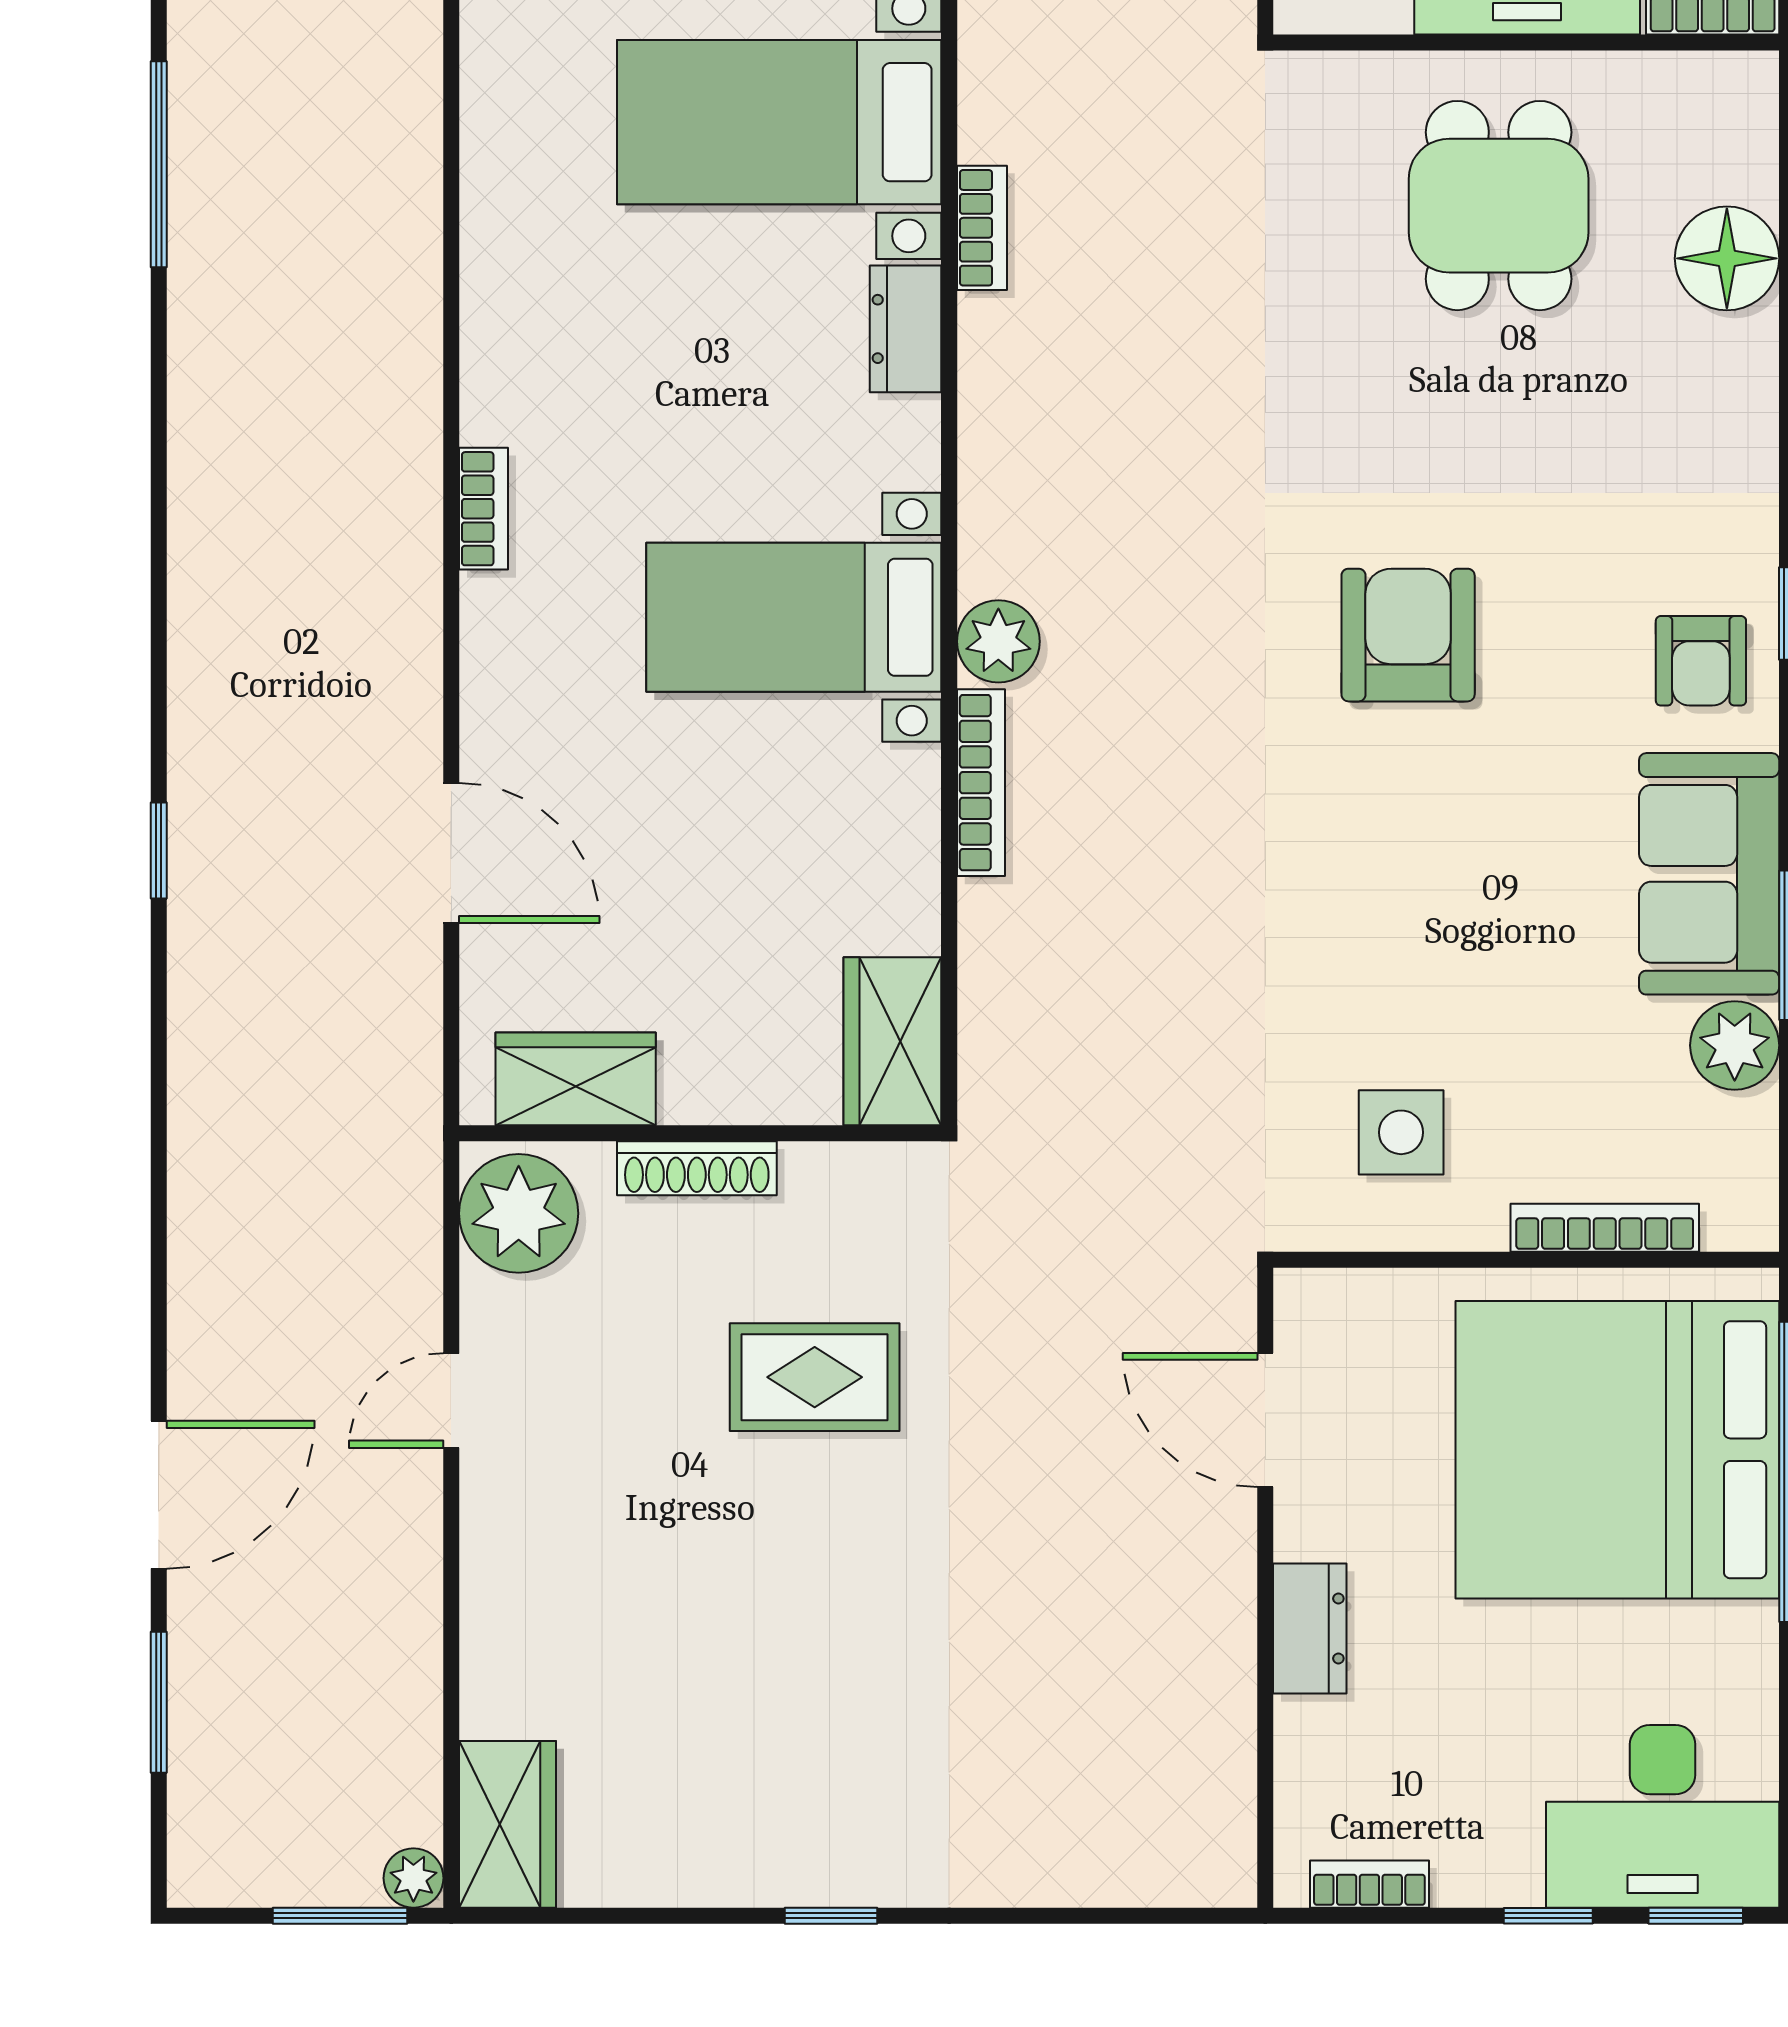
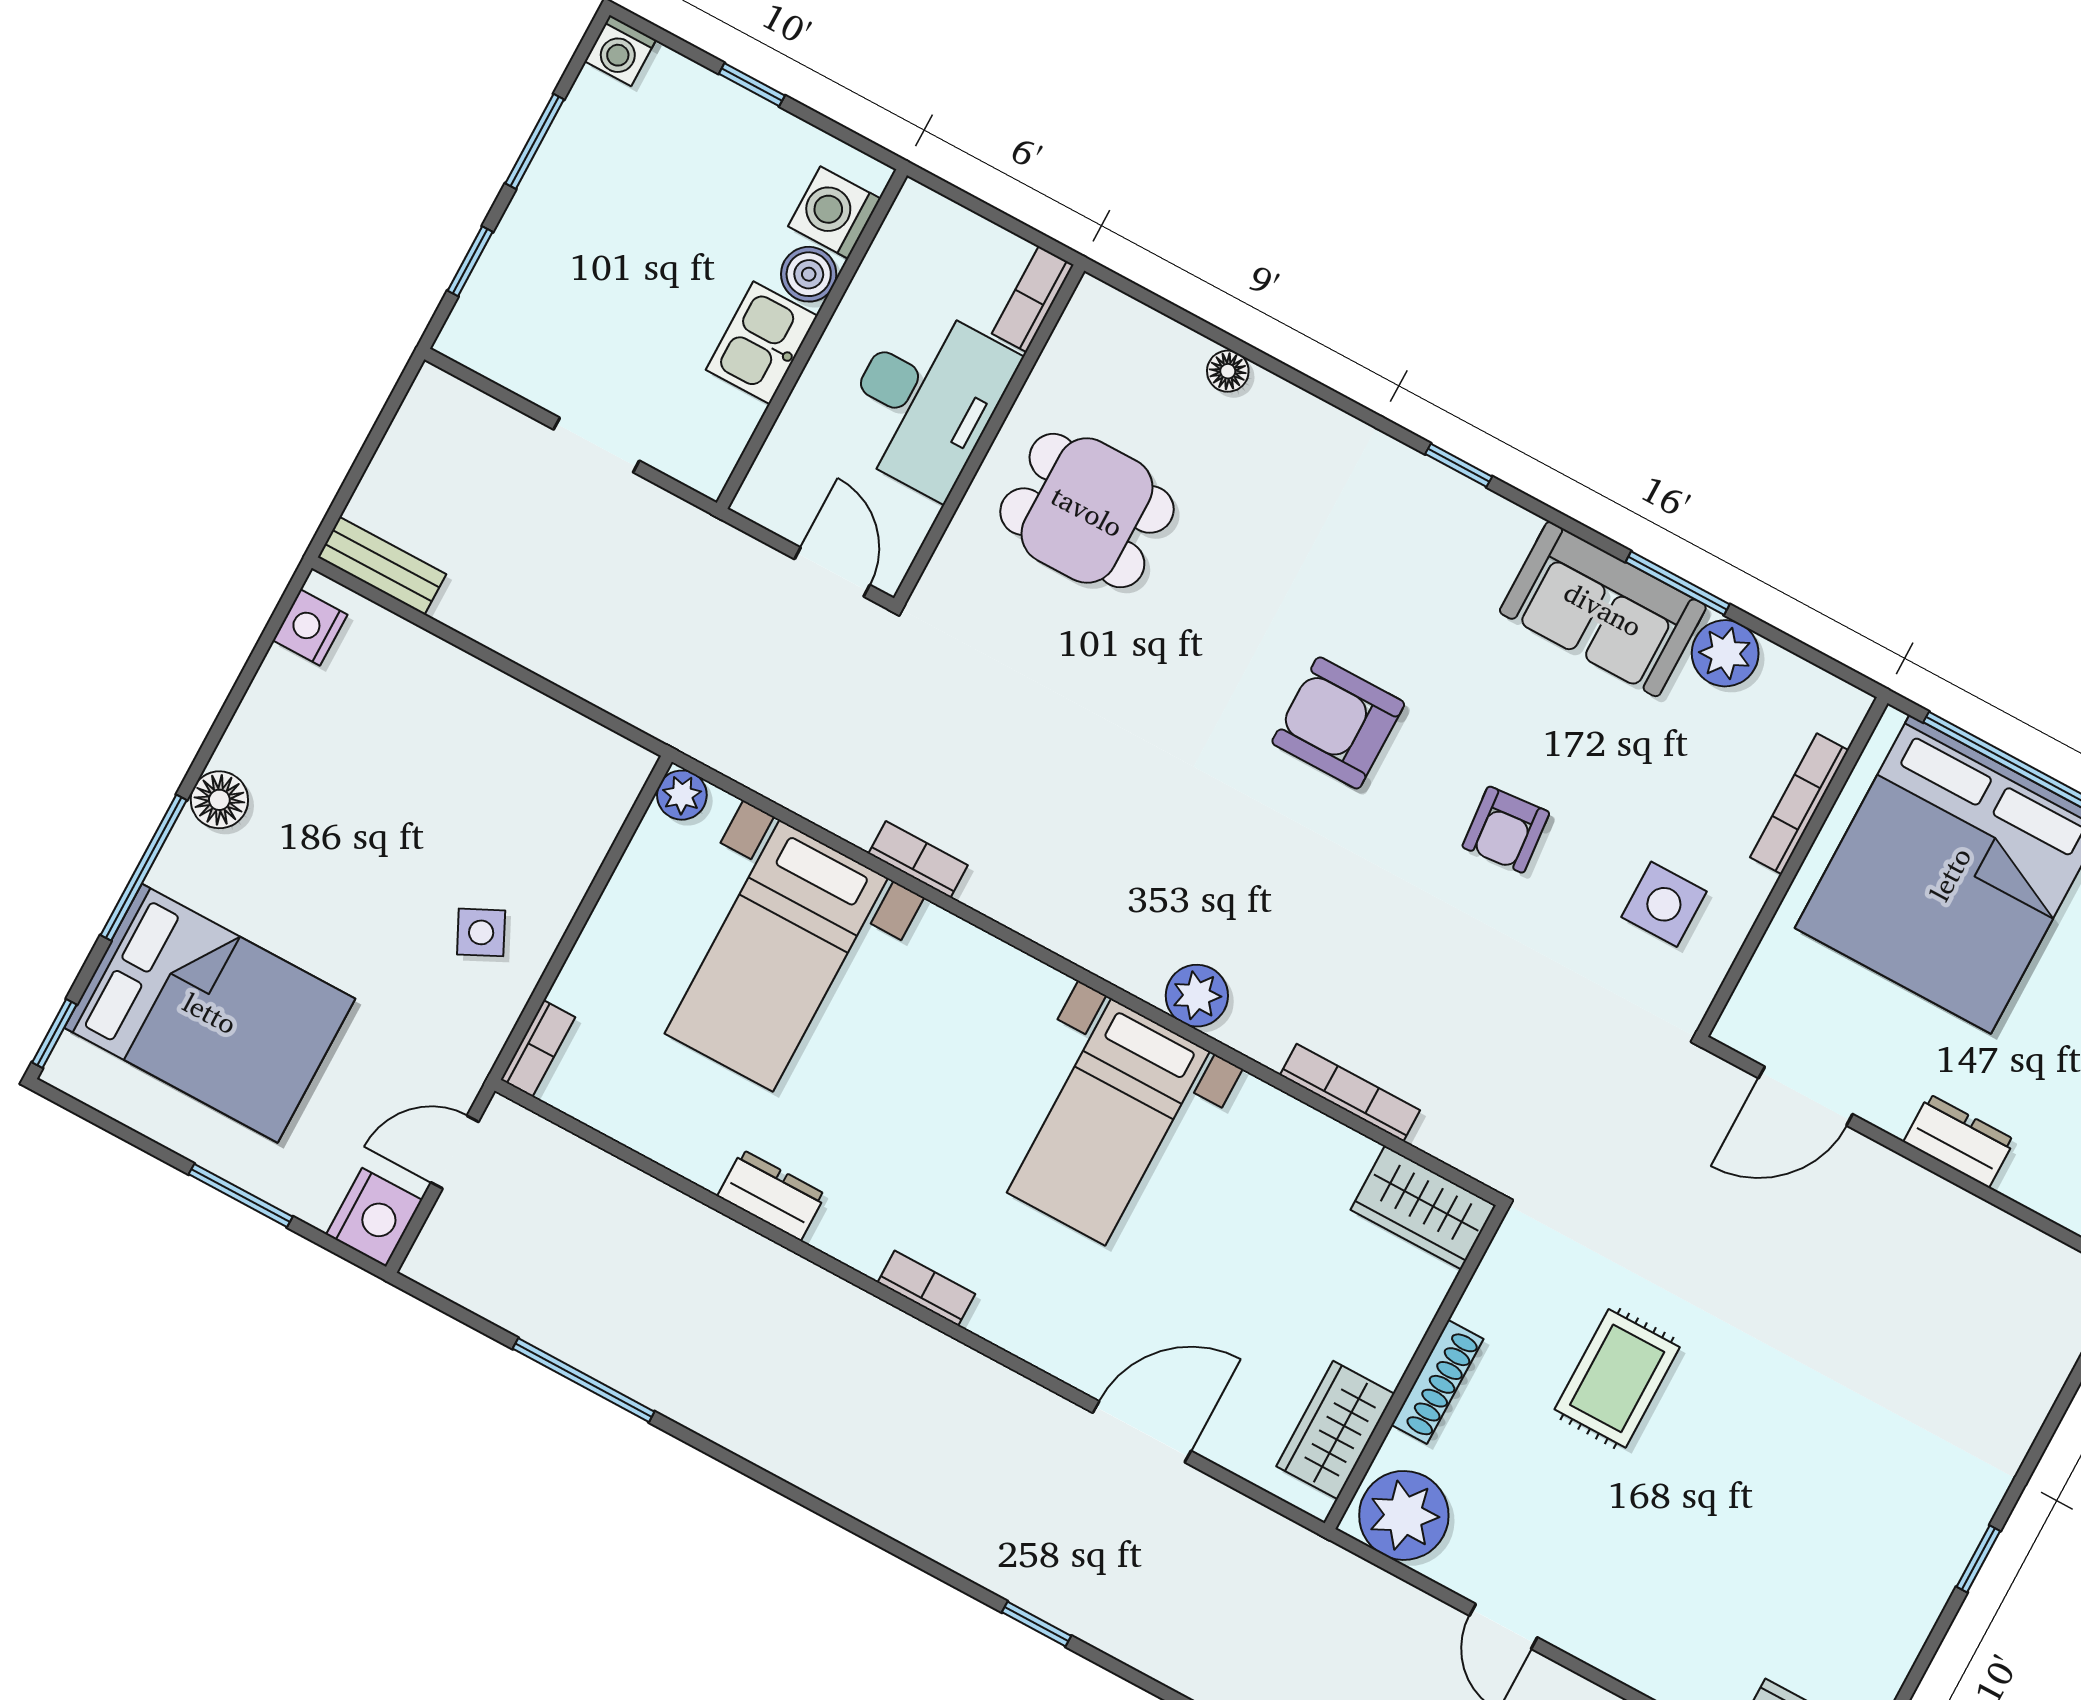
floor lamp: (1727, 258) -> (1228, 371), width x0.53, depth x0.53
dresser: (906, 329) -> (771, 1195), moved, turned 180
armchair: (1701, 661) -> (1506, 830), moved, turned 85
bookcase: (981, 783) -> (1350, 1093), moved

